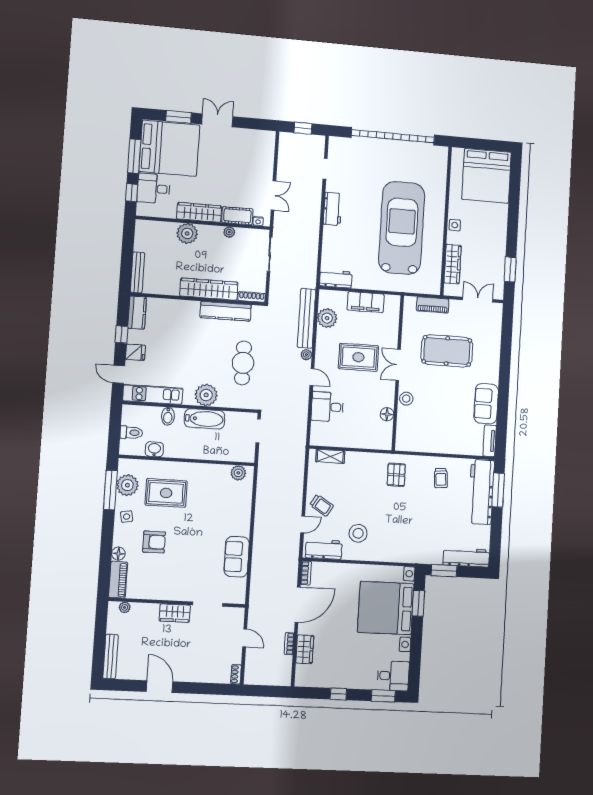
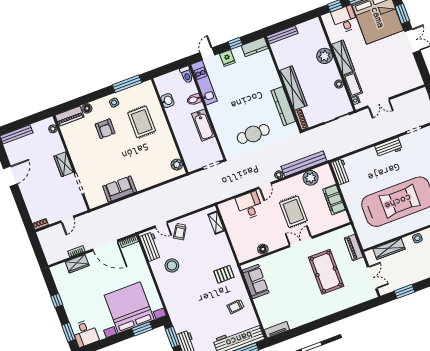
plant: (206, 395) -> (220, 119), removed
stool: (406, 399) -> (280, 258), removed
sofa: (486, 404) -> (255, 282), moved, turned 90
toilet: (131, 433) -> (187, 75), moved
plant: (127, 485) -> (135, 94), removed

